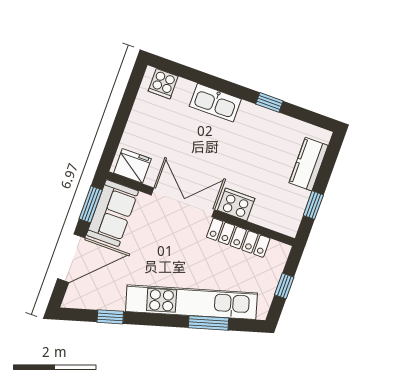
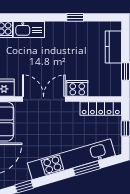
kitchen sink: (215, 103) -> (29, 30), moved
locker: (238, 238) -> (101, 109), moved

